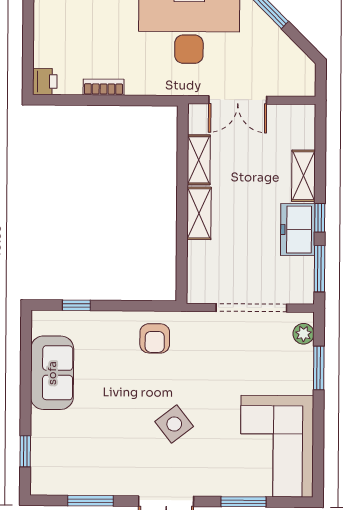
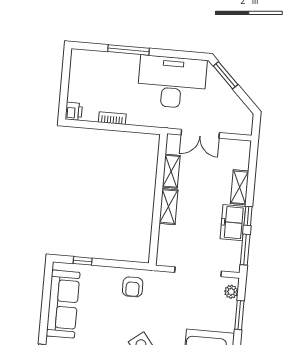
sofa: (52, 373) -> (63, 304), width x1.36

